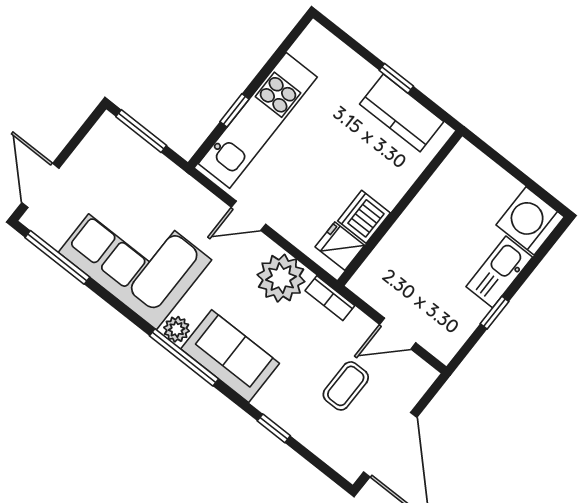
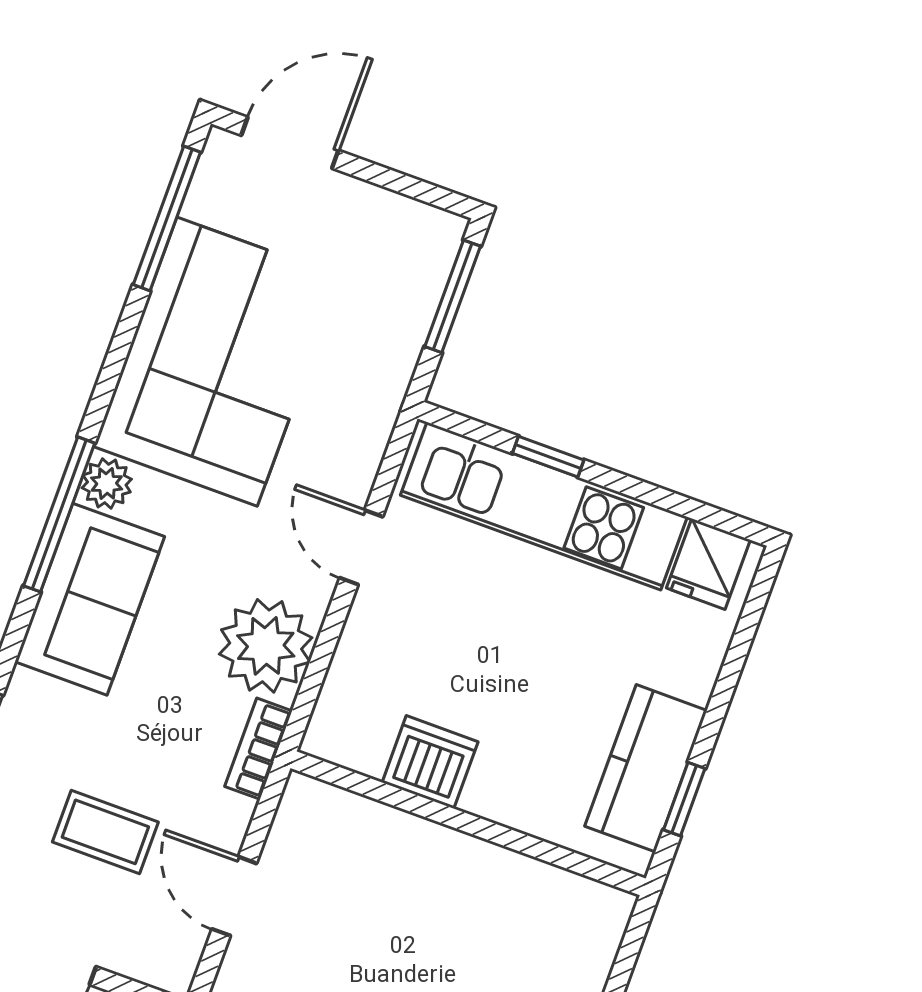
window: (396, 78) -> (684, 799), moved
fridge: (340, 246) -> (708, 564), moved, turned 180

